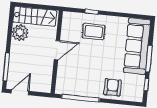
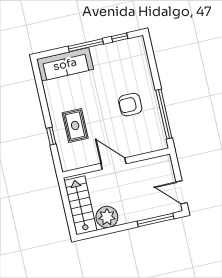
sofa: (137, 46) -> (65, 64), width x0.74, depth x0.79
armchair: (113, 87) -> (130, 105), moved

